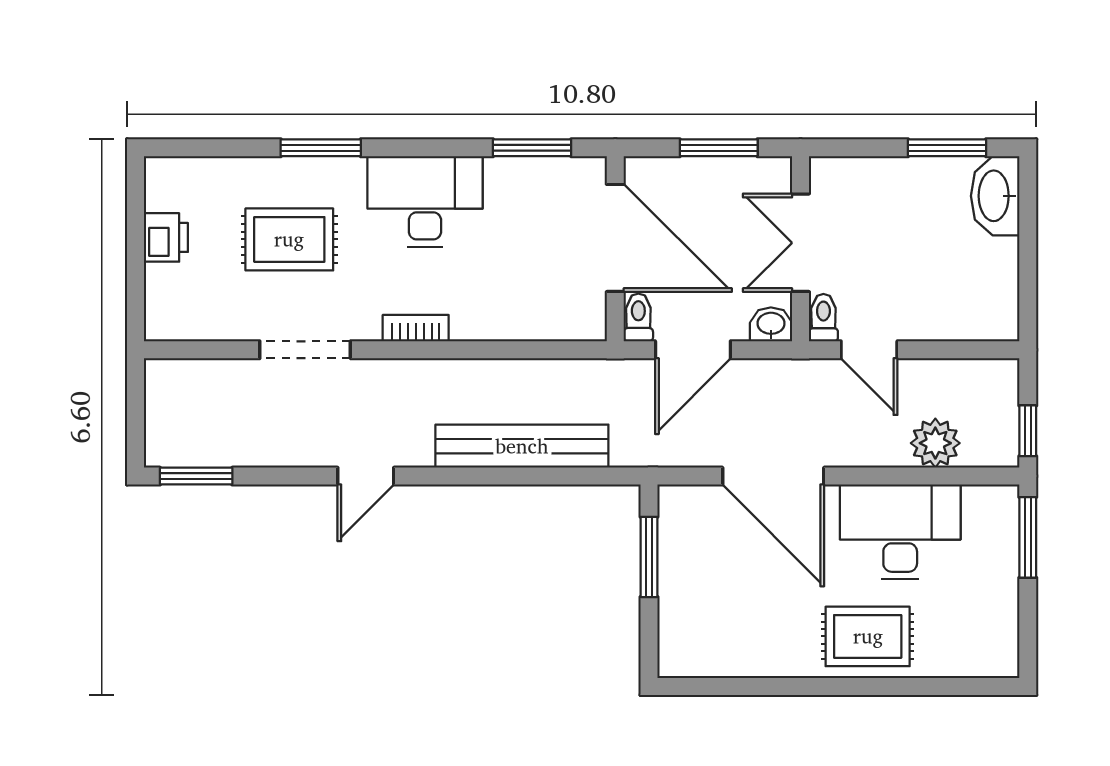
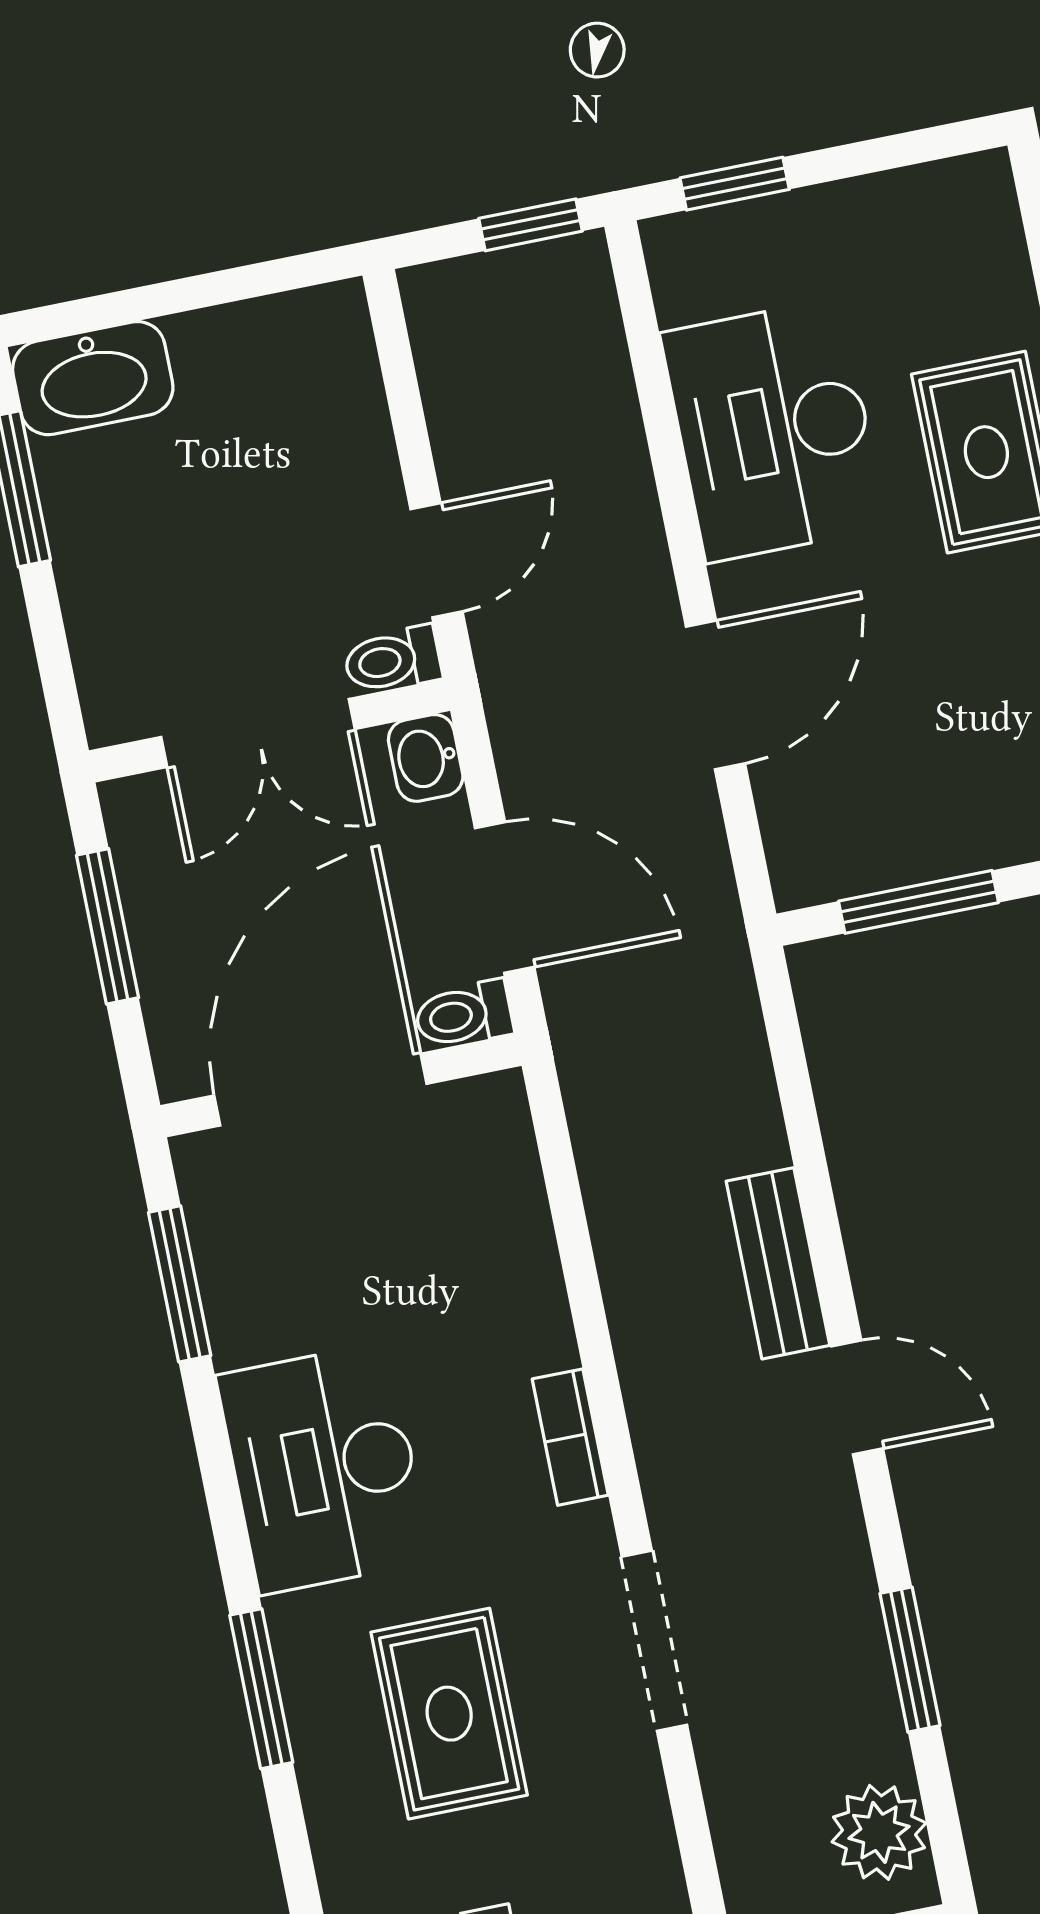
plant: (935, 443) -> (879, 1832), moved
bench: (522, 446) -> (778, 1263), width x0.54, depth x0.82
window: (196, 476) -> (910, 1660), moved
door: (366, 476) -> (857, 1397), moved
door: (773, 476) -> (715, 695), width x0.73
window: (1028, 537) -> (735, 184), width x0.67

